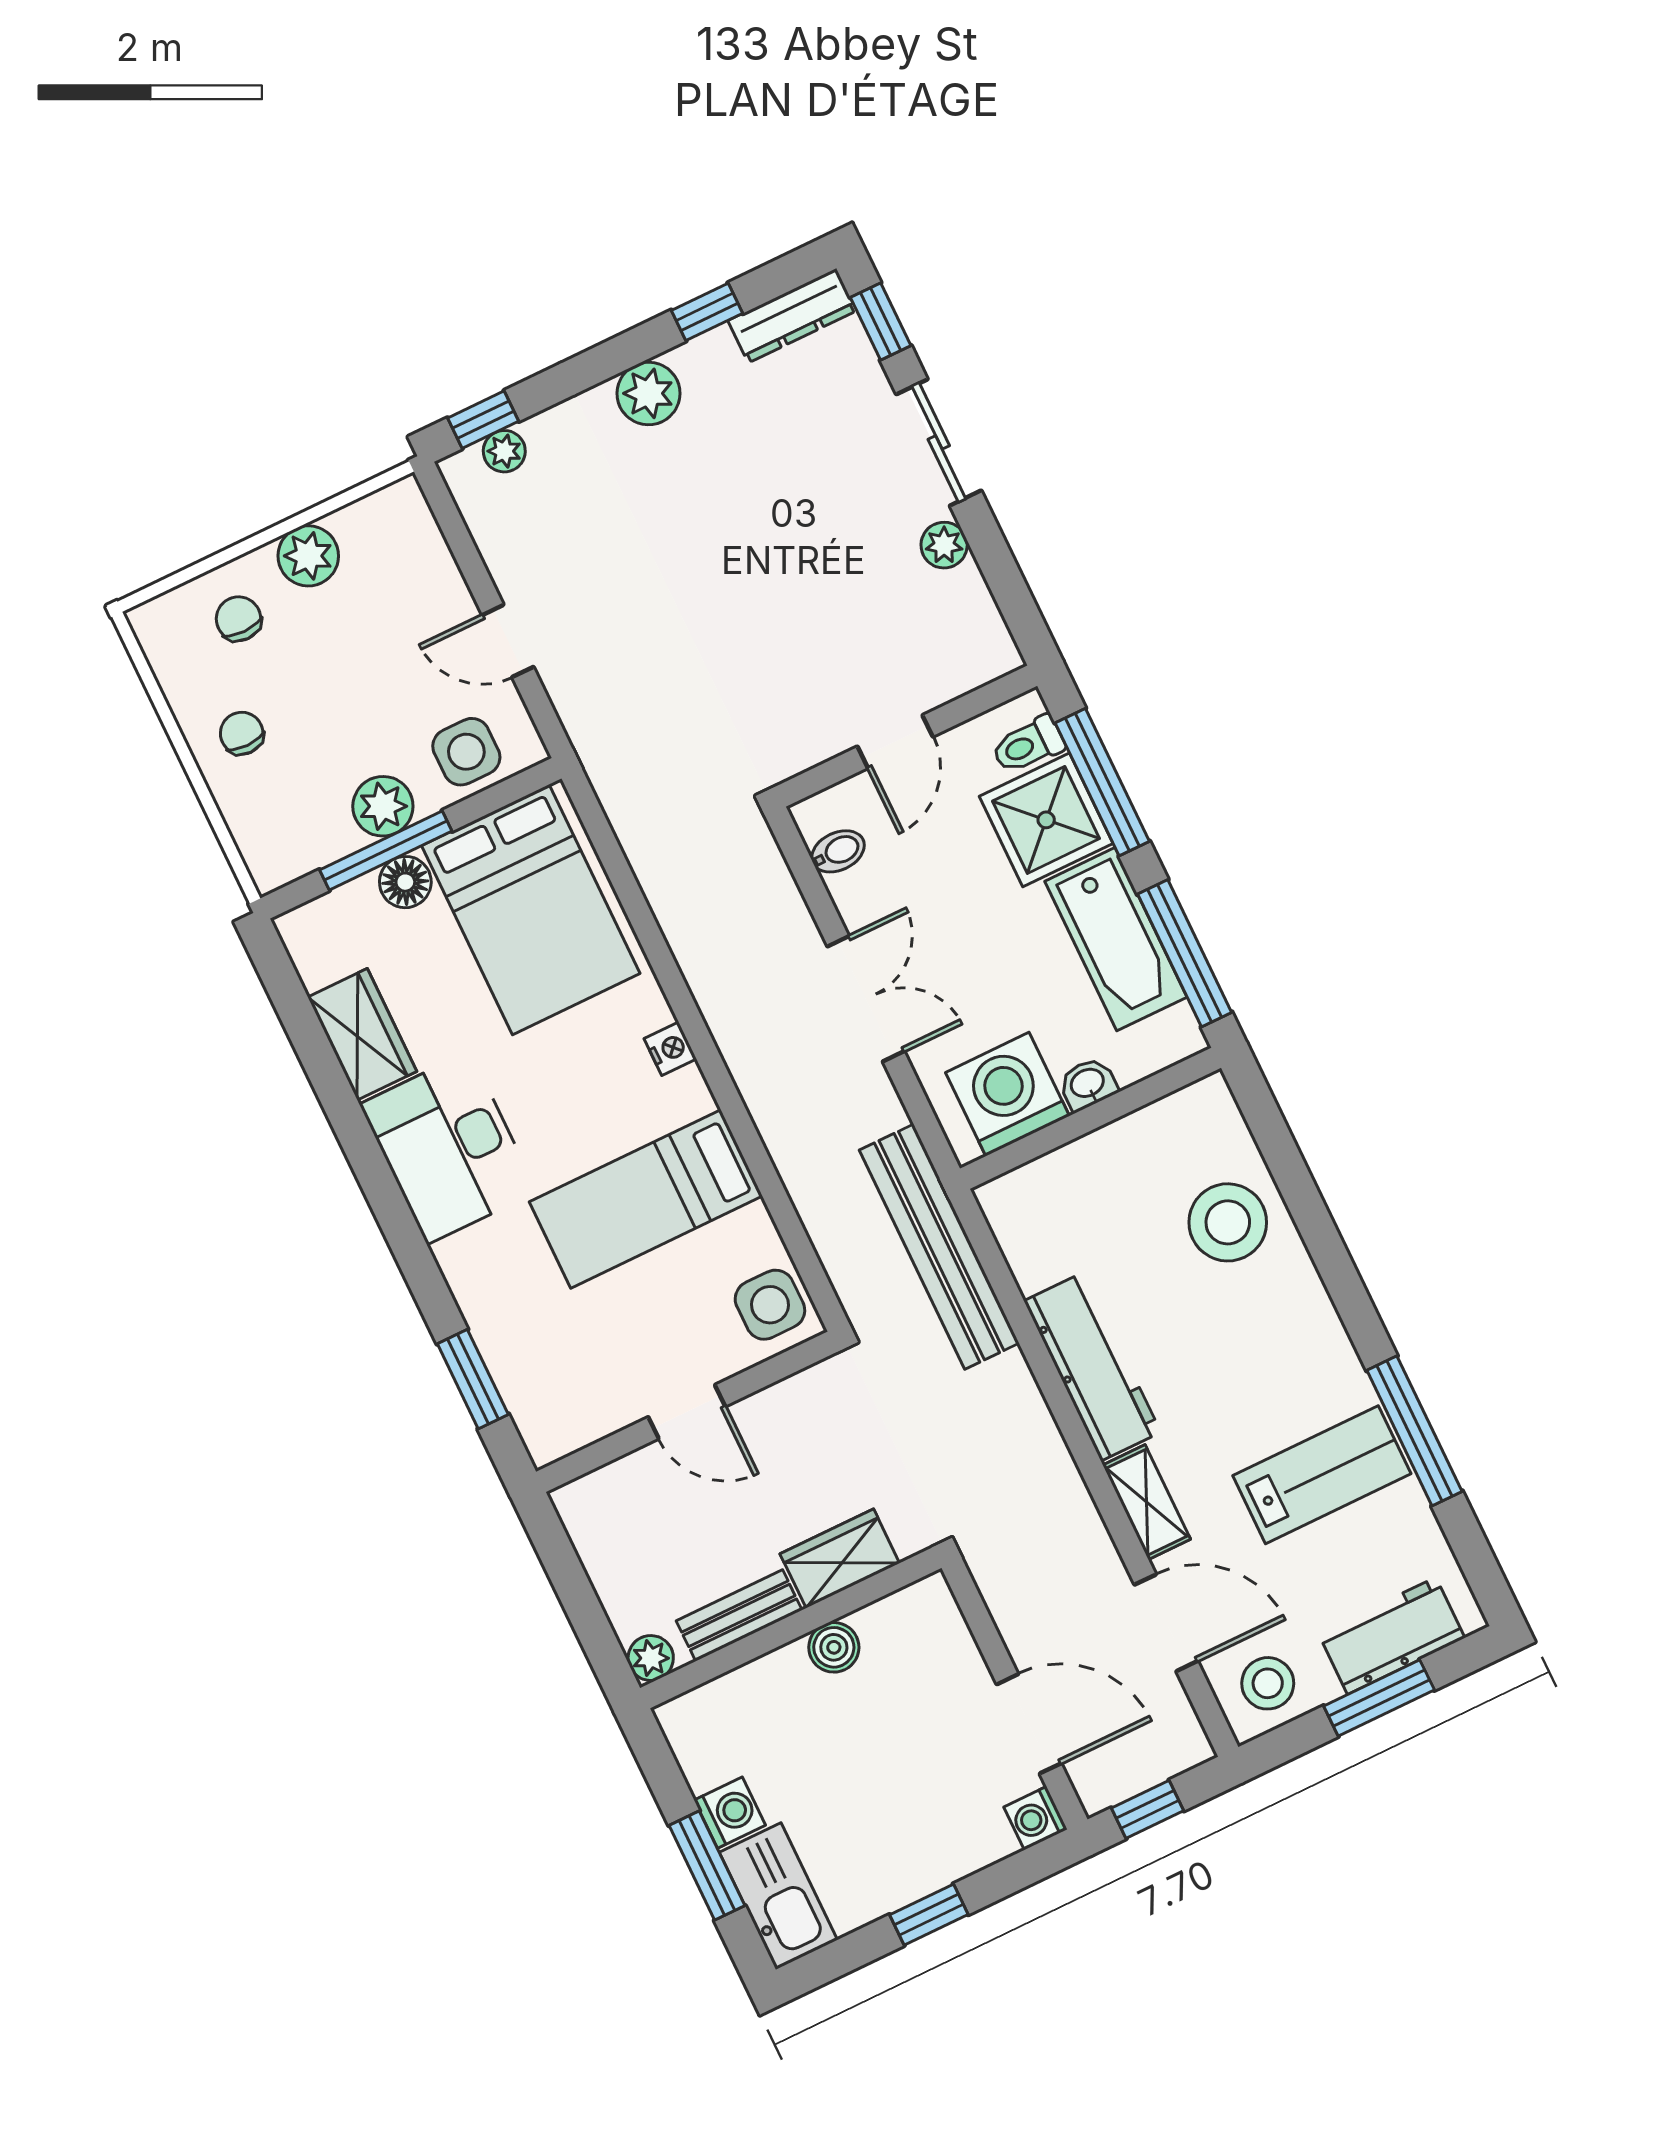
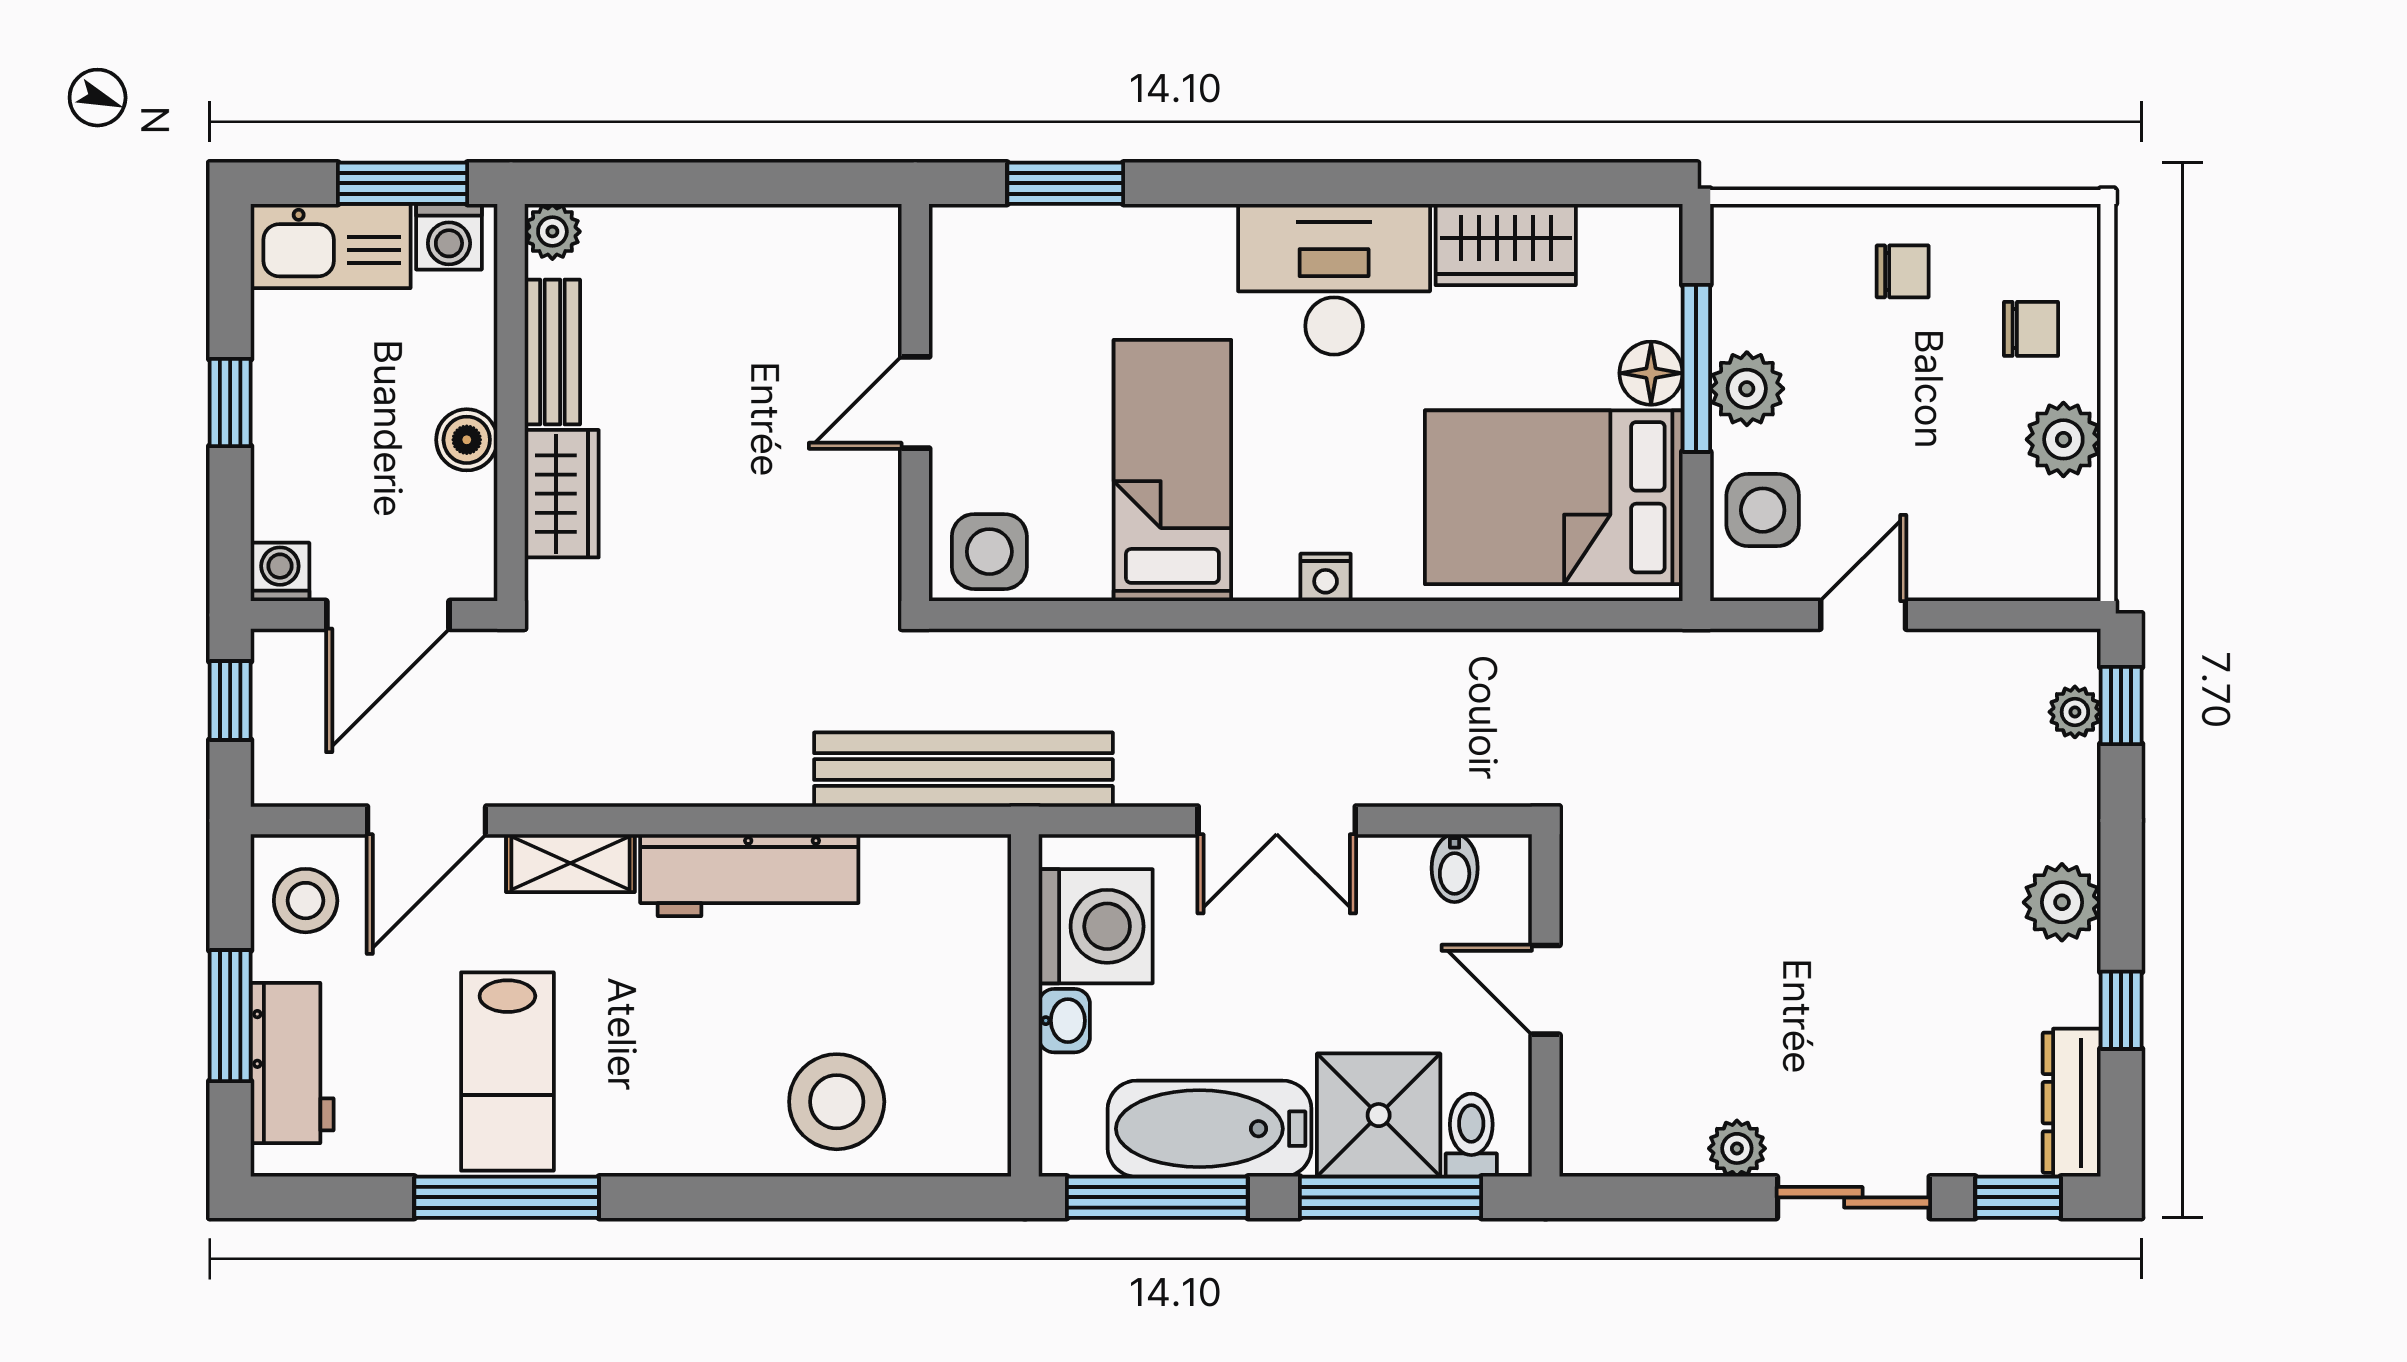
wardrobe: (840, 1559) -> (562, 494), moved
bench: (739, 1615) -> (552, 352), moved
wall: (791, 1628) -> (511, 403), moved
boiler: (834, 1647) -> (467, 440), moved
plant: (651, 1658) -> (552, 232), moved

